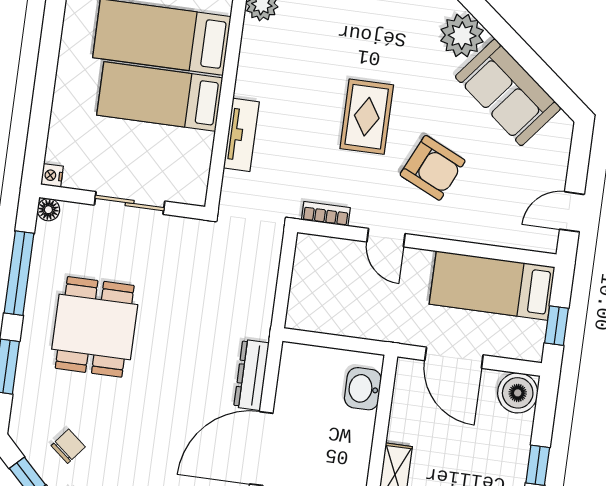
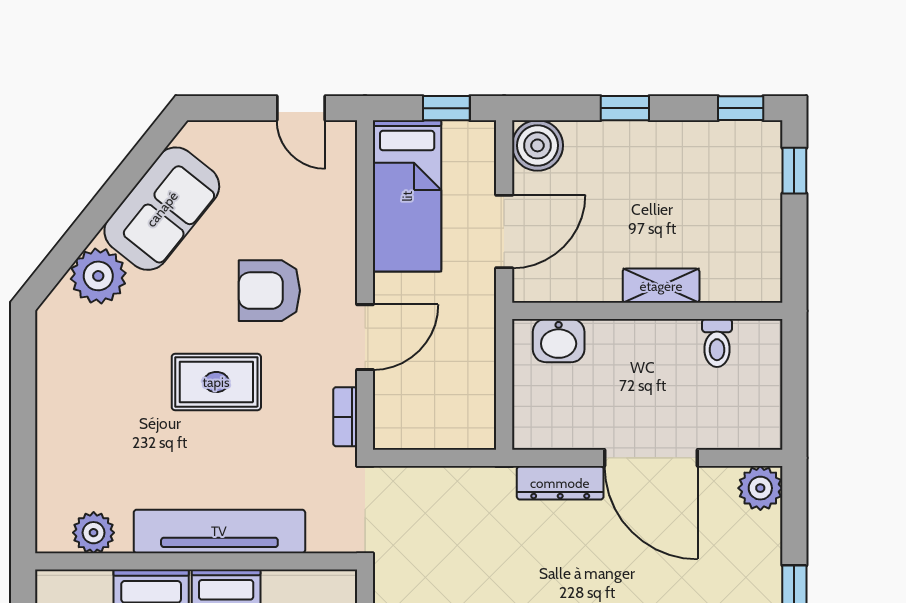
tv unit: (241, 135) -> (219, 531), width x1.92, depth x1.29
armchair: (433, 168) -> (269, 291), turned -115
door: (386, 238) -> (365, 337), width x1.38

